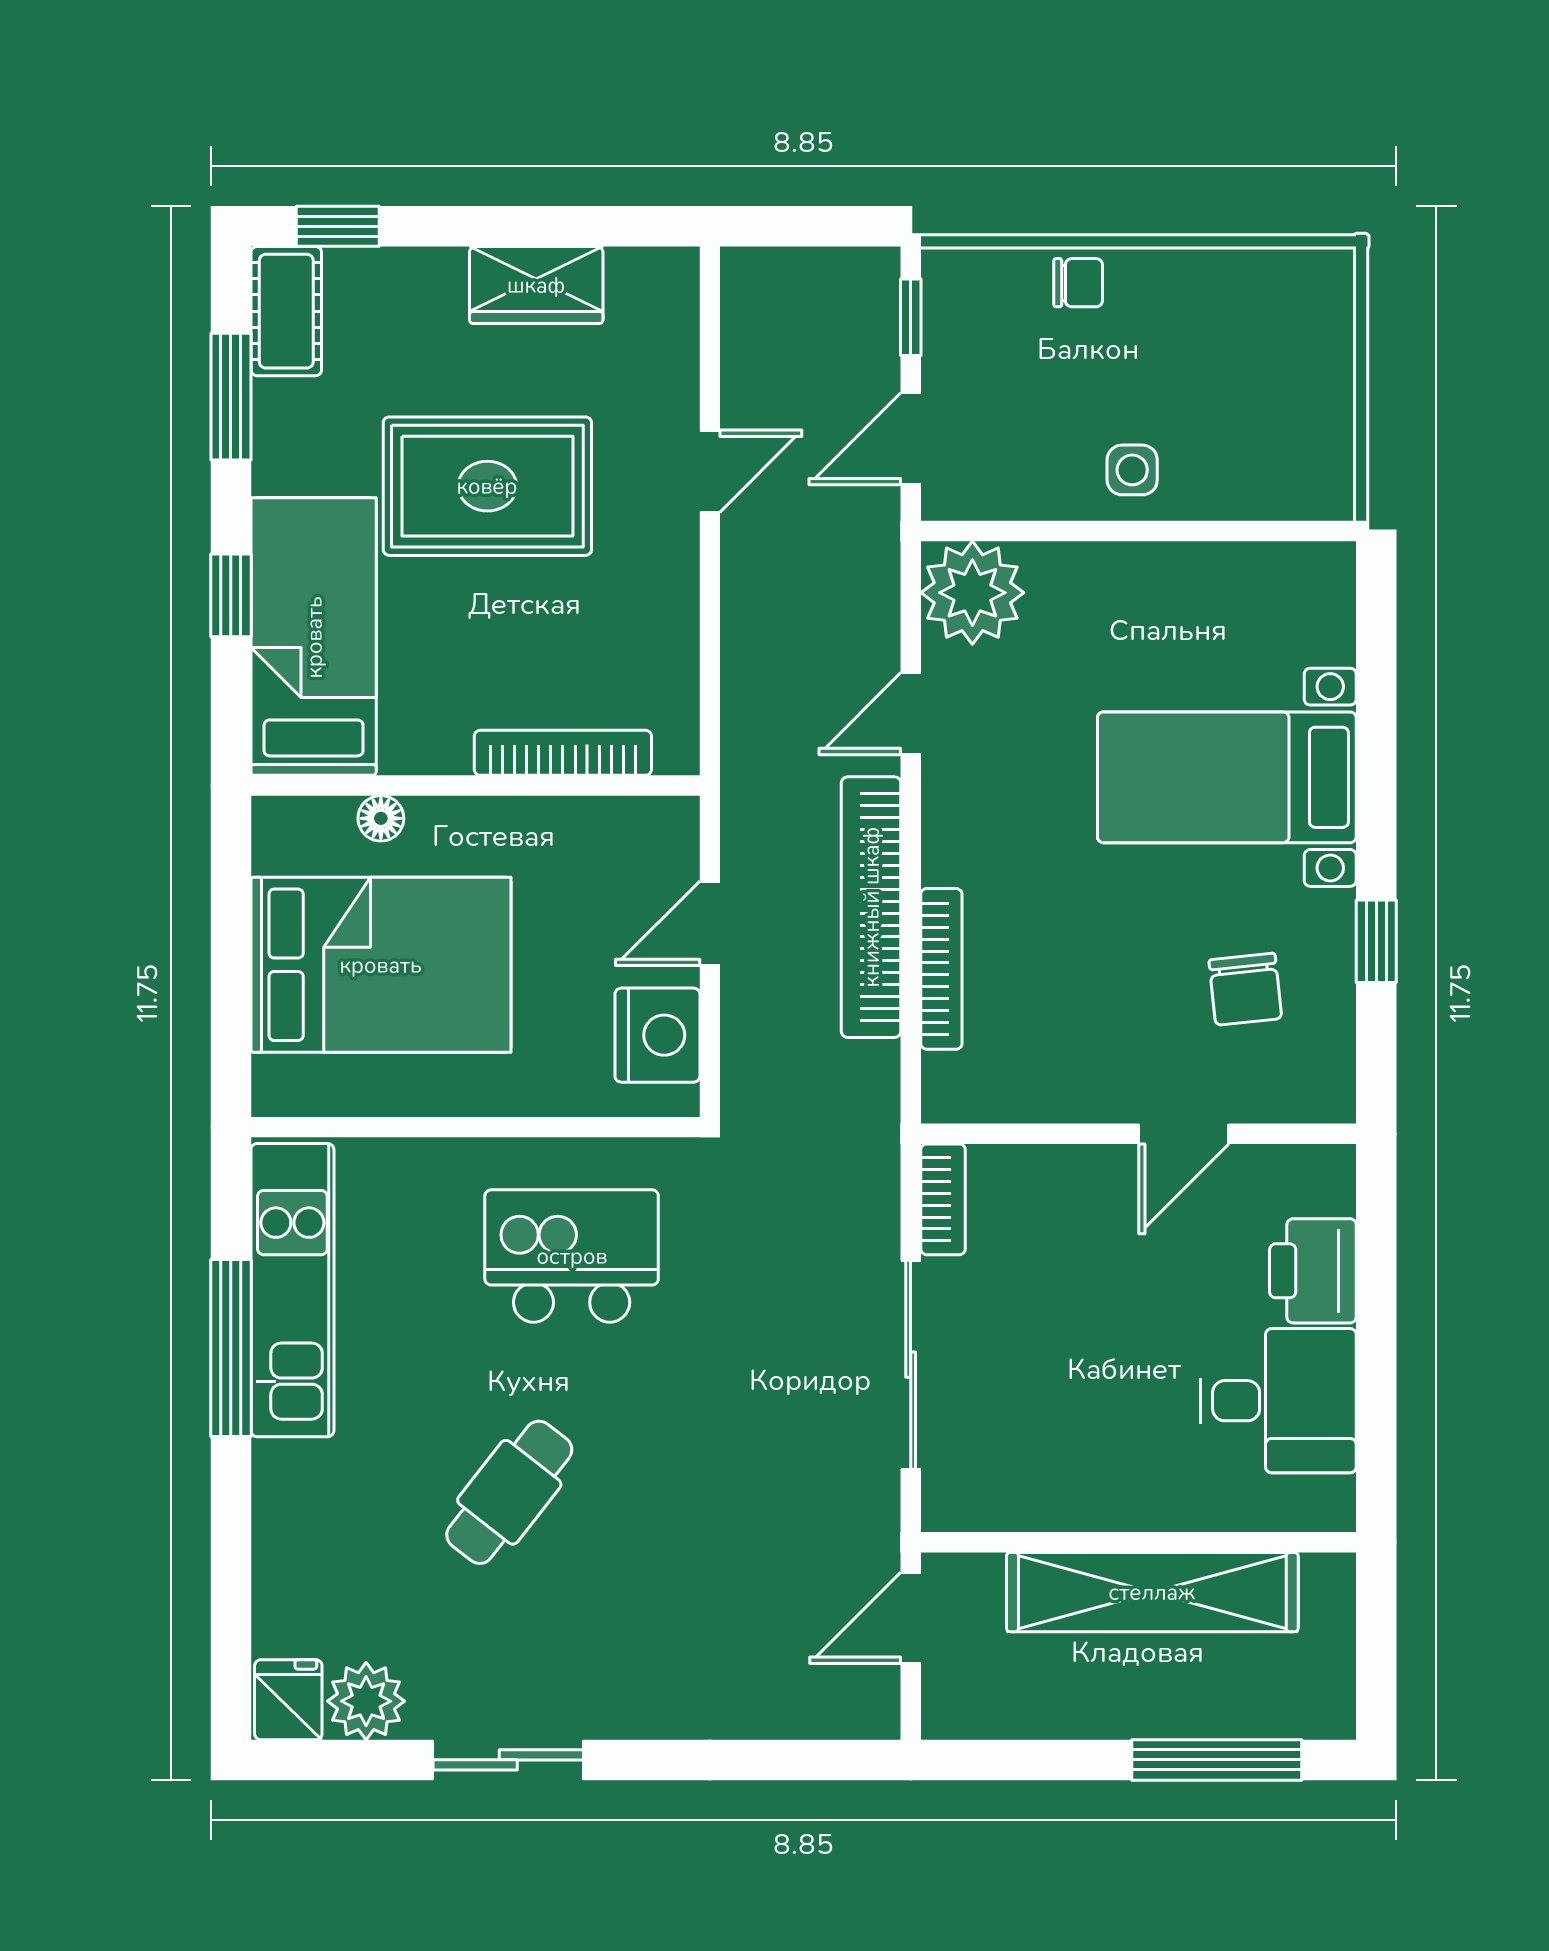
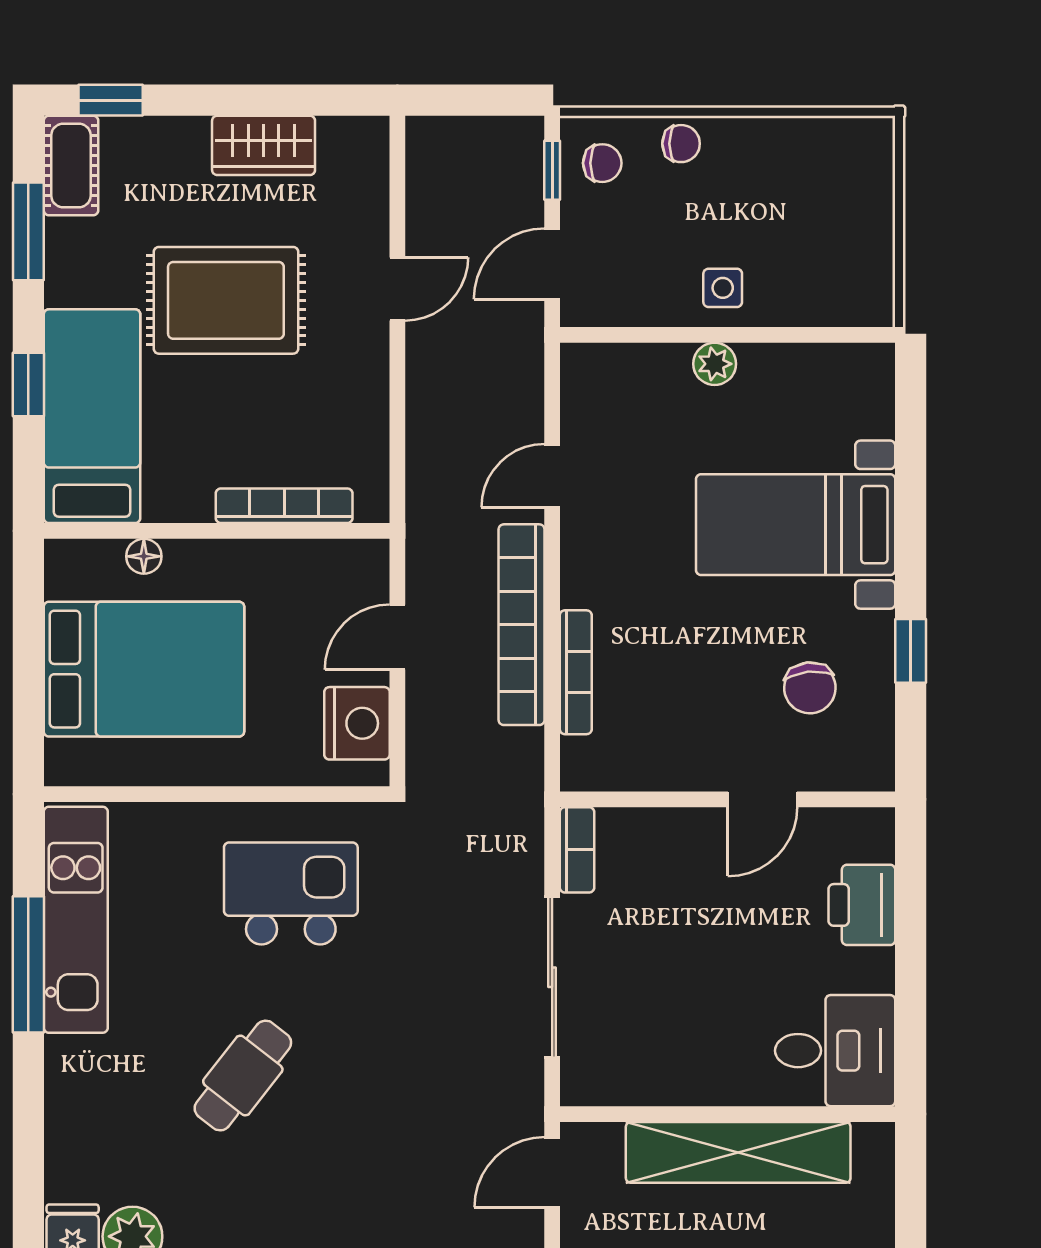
chair: (976, 308) -> (602, 163), added
plant: (972, 593) -> (715, 364), moved, width x0.53, depth x0.53
desk: (1278, 1401) -> (835, 1051), moved

